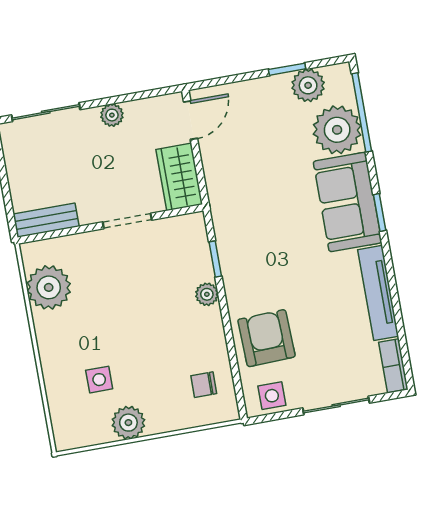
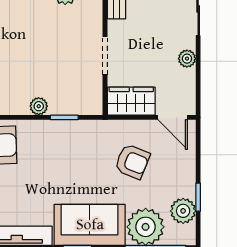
armchair: (256, 162) -> (132, 162), added

